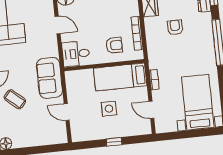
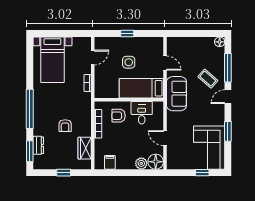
desk: (76, 54) -> (142, 113), moved, turned -90
bed: (120, 77) -> (141, 88), moved, turned 180
door: (151, 110) -> (93, 57), hinge flipped

